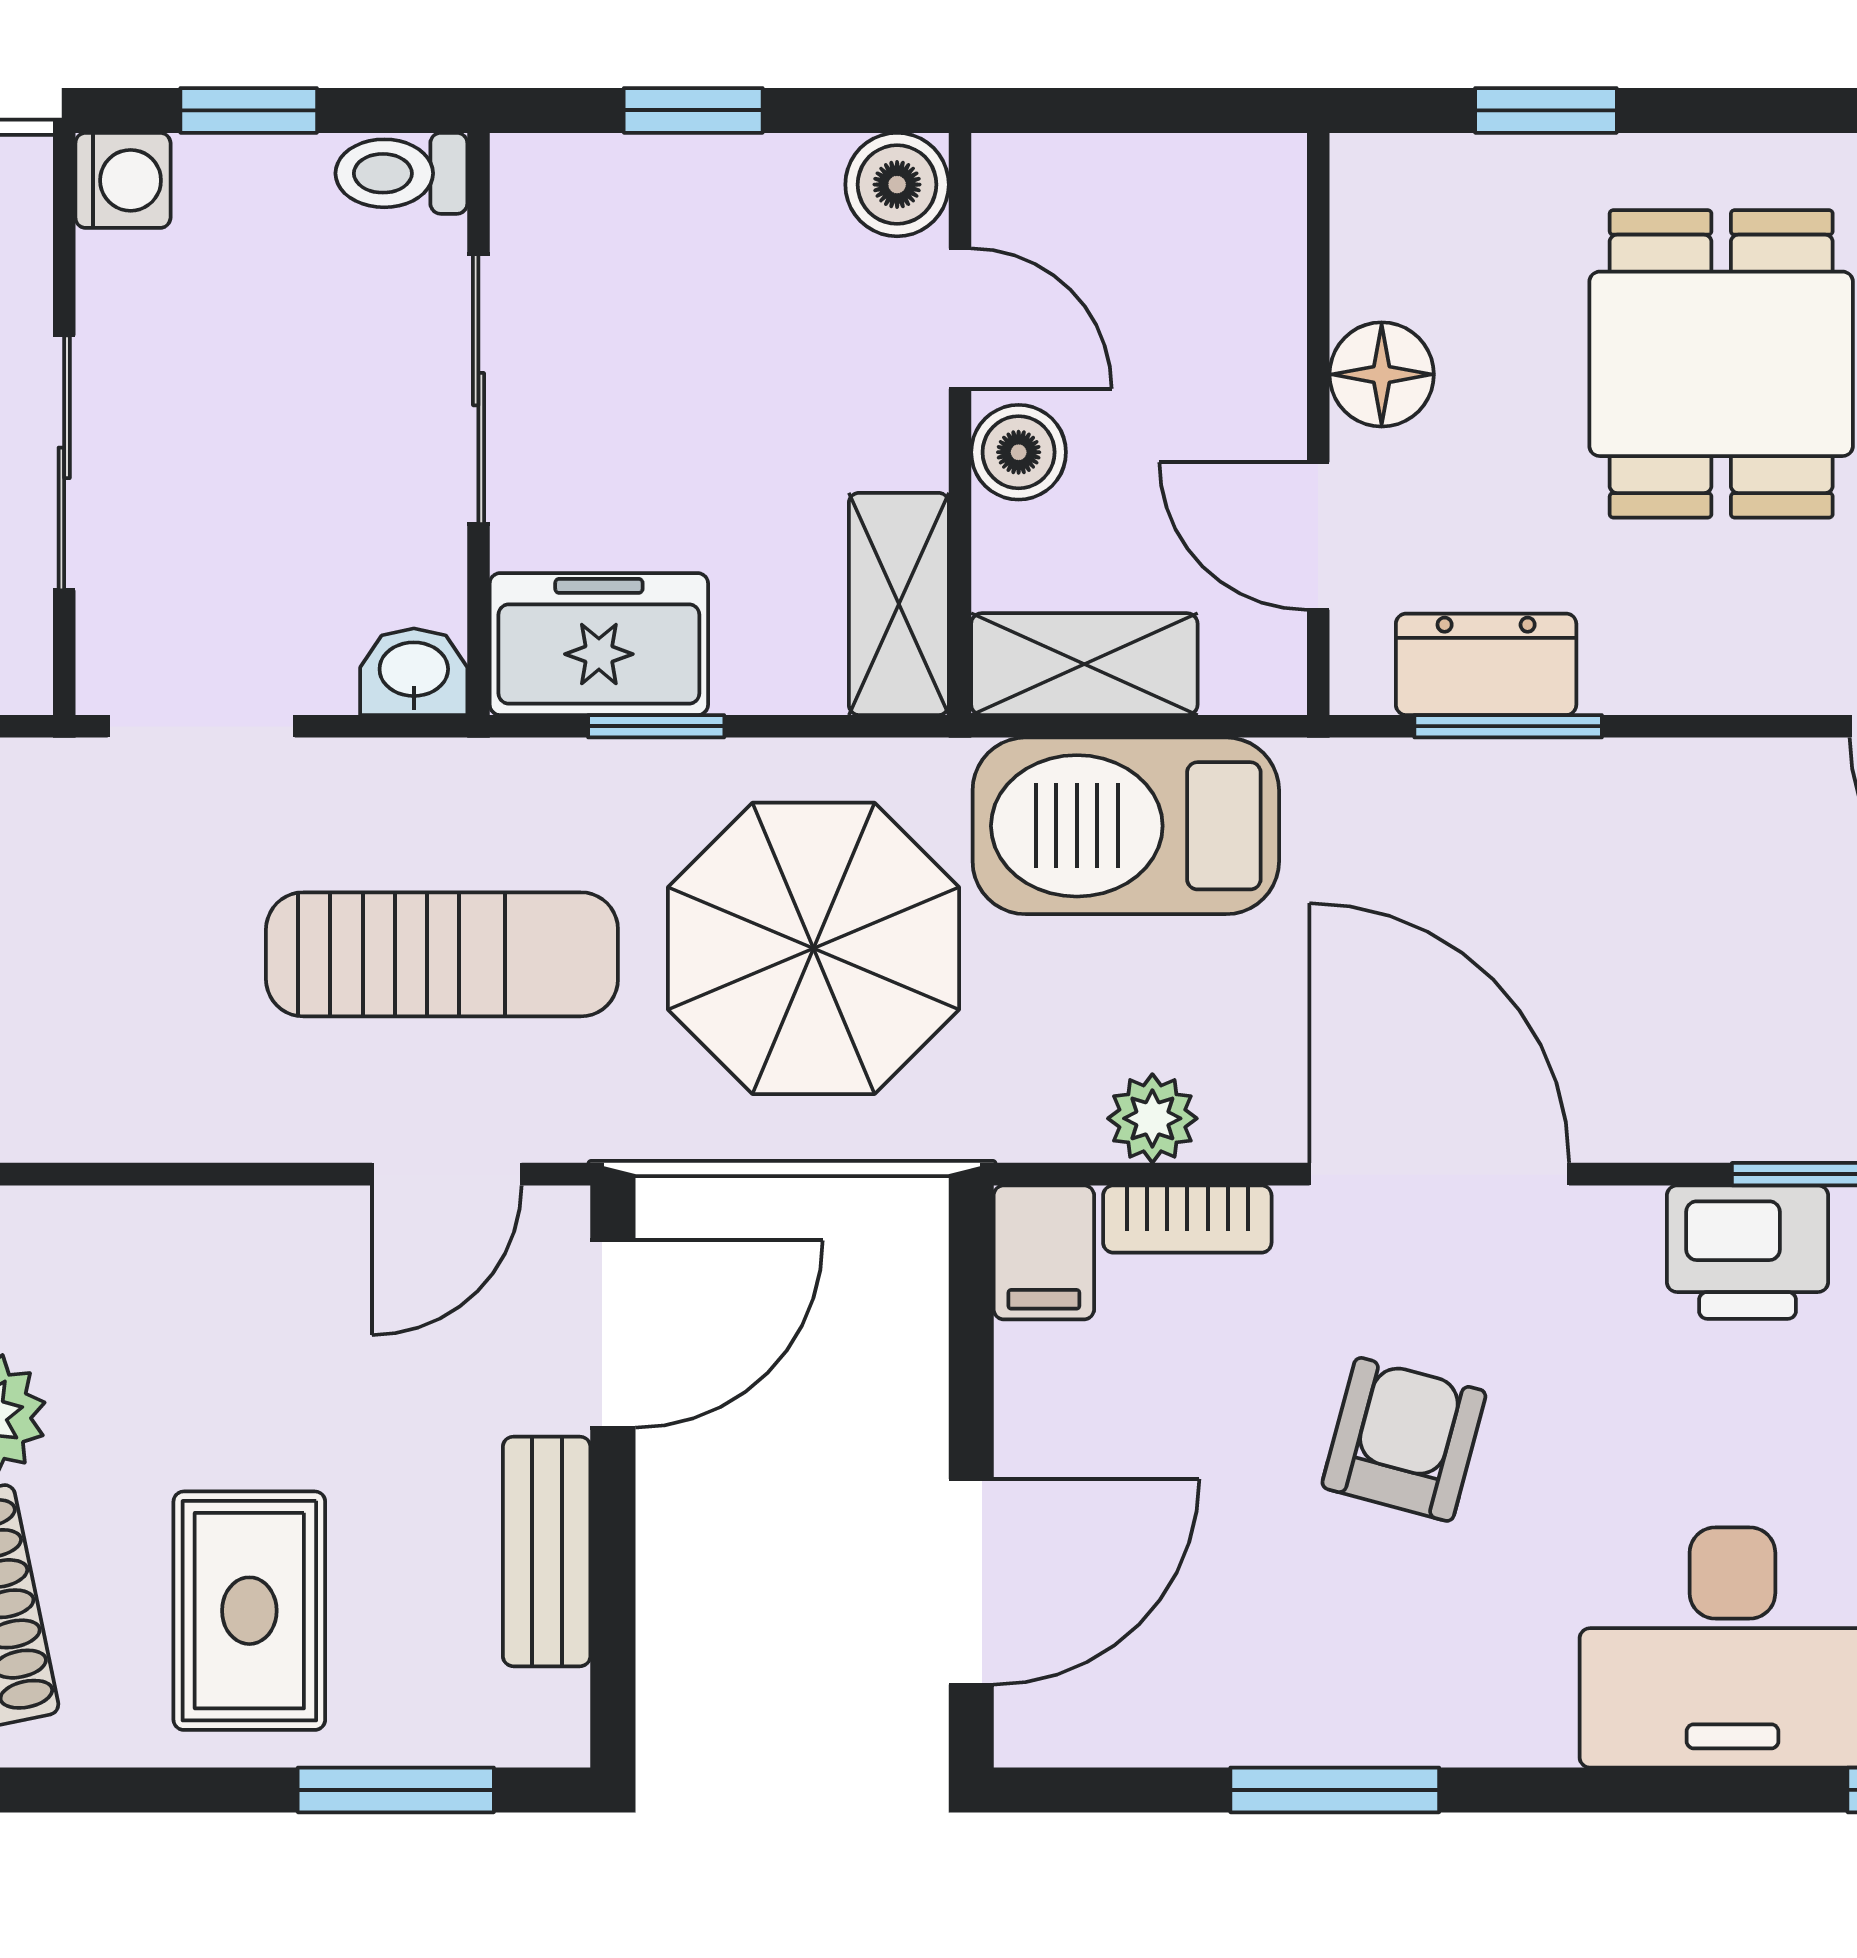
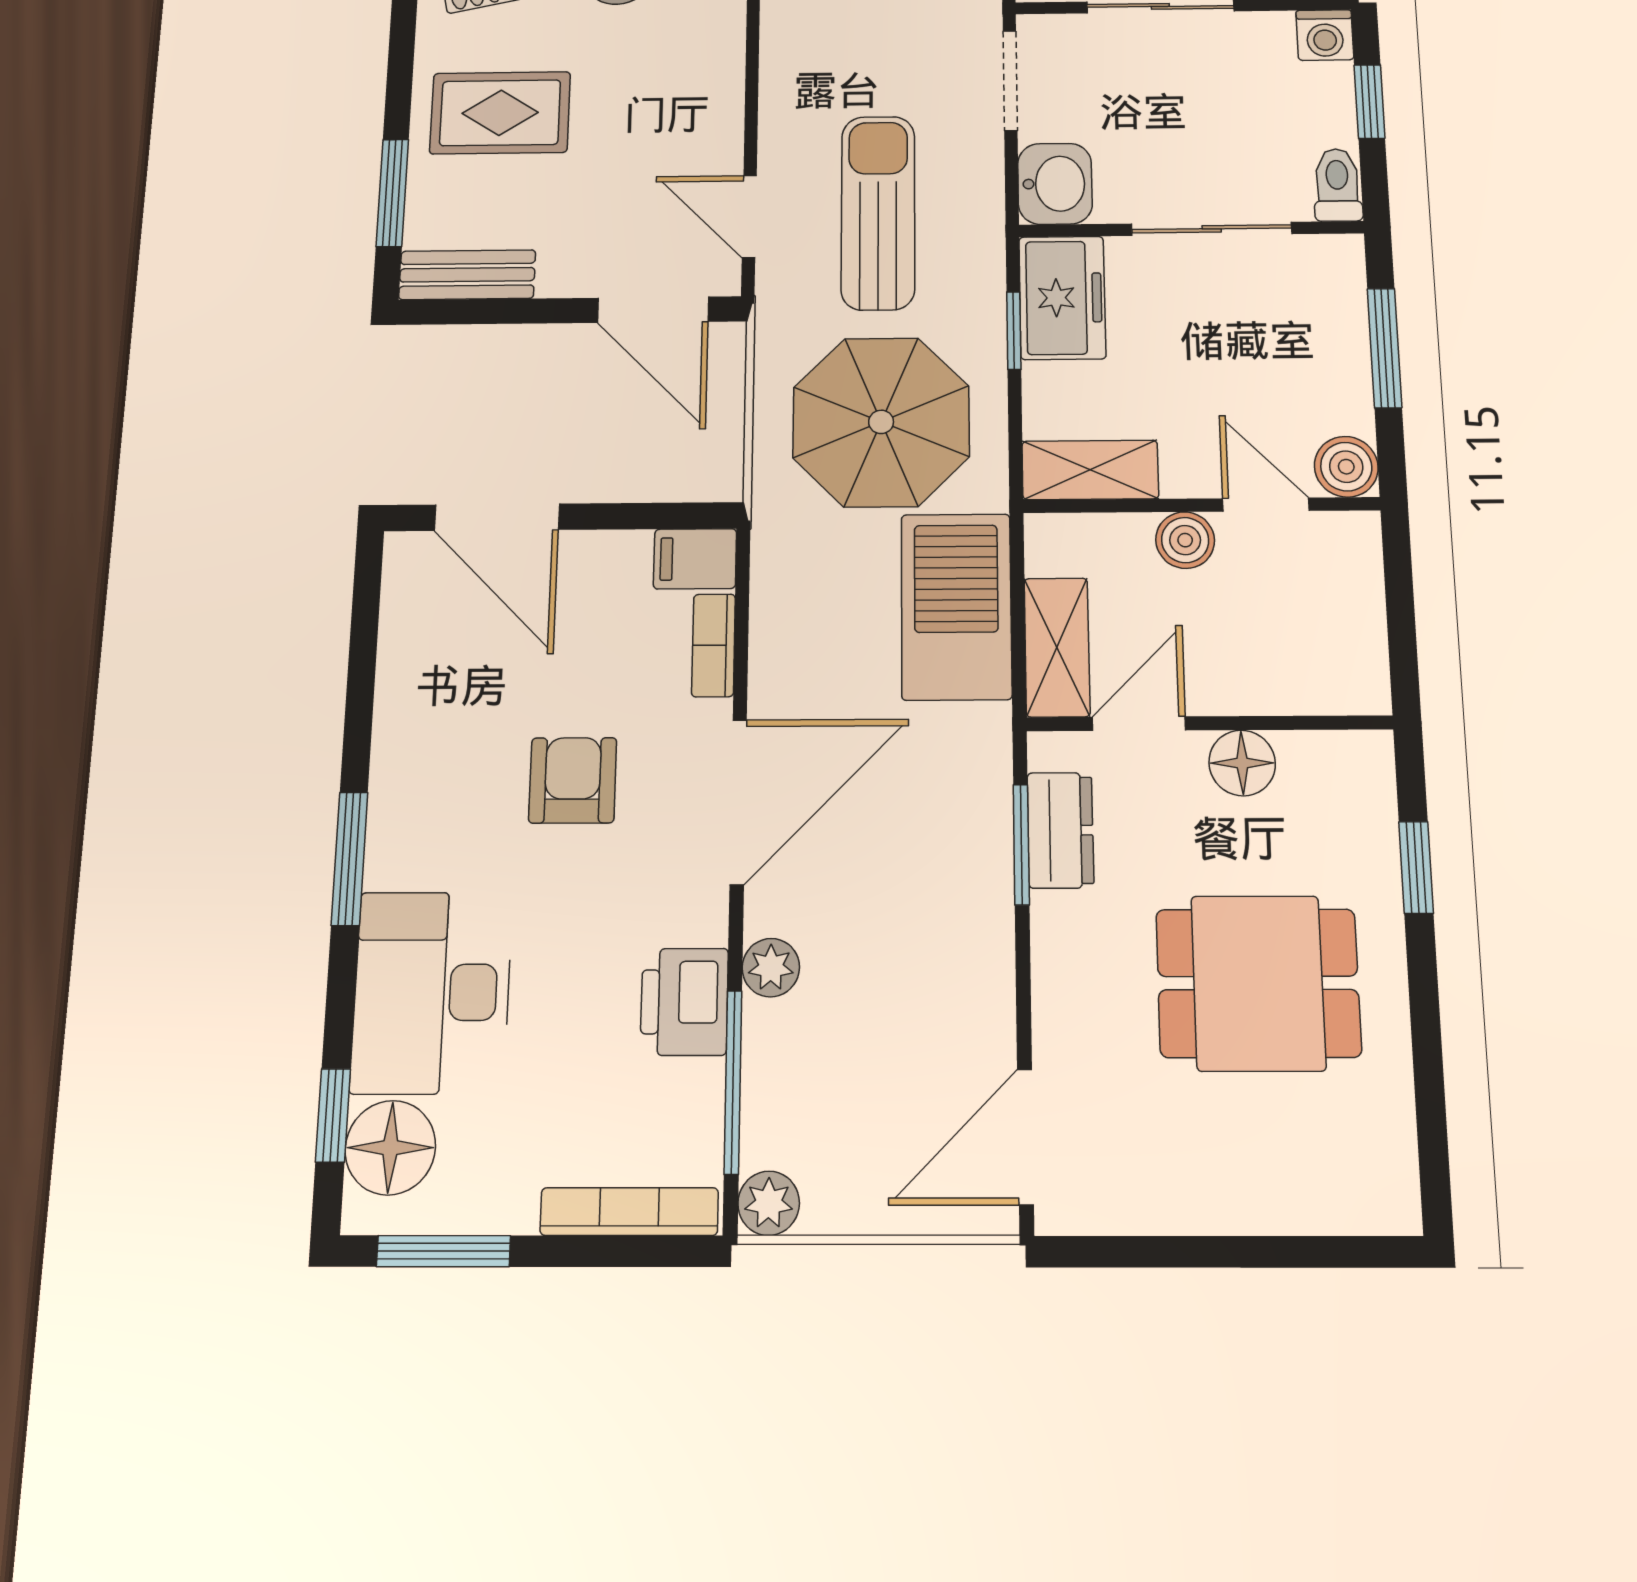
window: (693, 110) -> (1384, 348), width x1.50
door: (960, 319) -> (1266, 505), swing flipped
shelving: (1084, 664) -> (1057, 647), moved
washbasin: (414, 672) -> (1055, 184), width x1.38, depth x1.45
sun lounger: (442, 954) -> (878, 212), turned 180
plant: (1152, 1118) -> (771, 968), moved
armchair: (1404, 1439) -> (573, 780), turned -105
bench: (547, 1551) -> (467, 275), moved
window: (1335, 1790) -> (349, 859), moved

